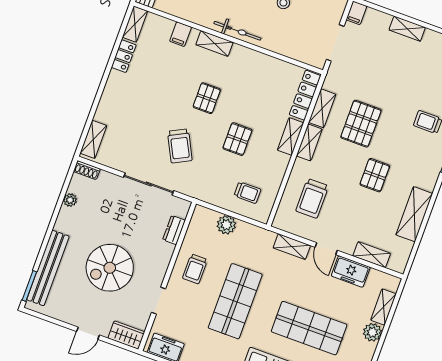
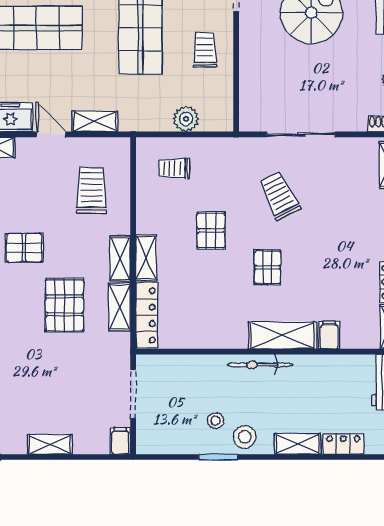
shelving: (215, 43) -> (283, 335), width x1.50, depth x1.33
pallet: (375, 175) -> (24, 248), turned 90
dresser: (174, 230) -> (249, 89), removed

